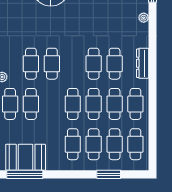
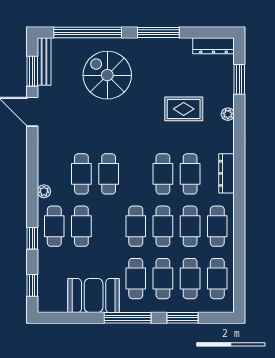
rug: (110, 14) -> (184, 109), added
booth: (26, 157) -> (94, 296), moved
window: (25, 174) -> (128, 318), moved

